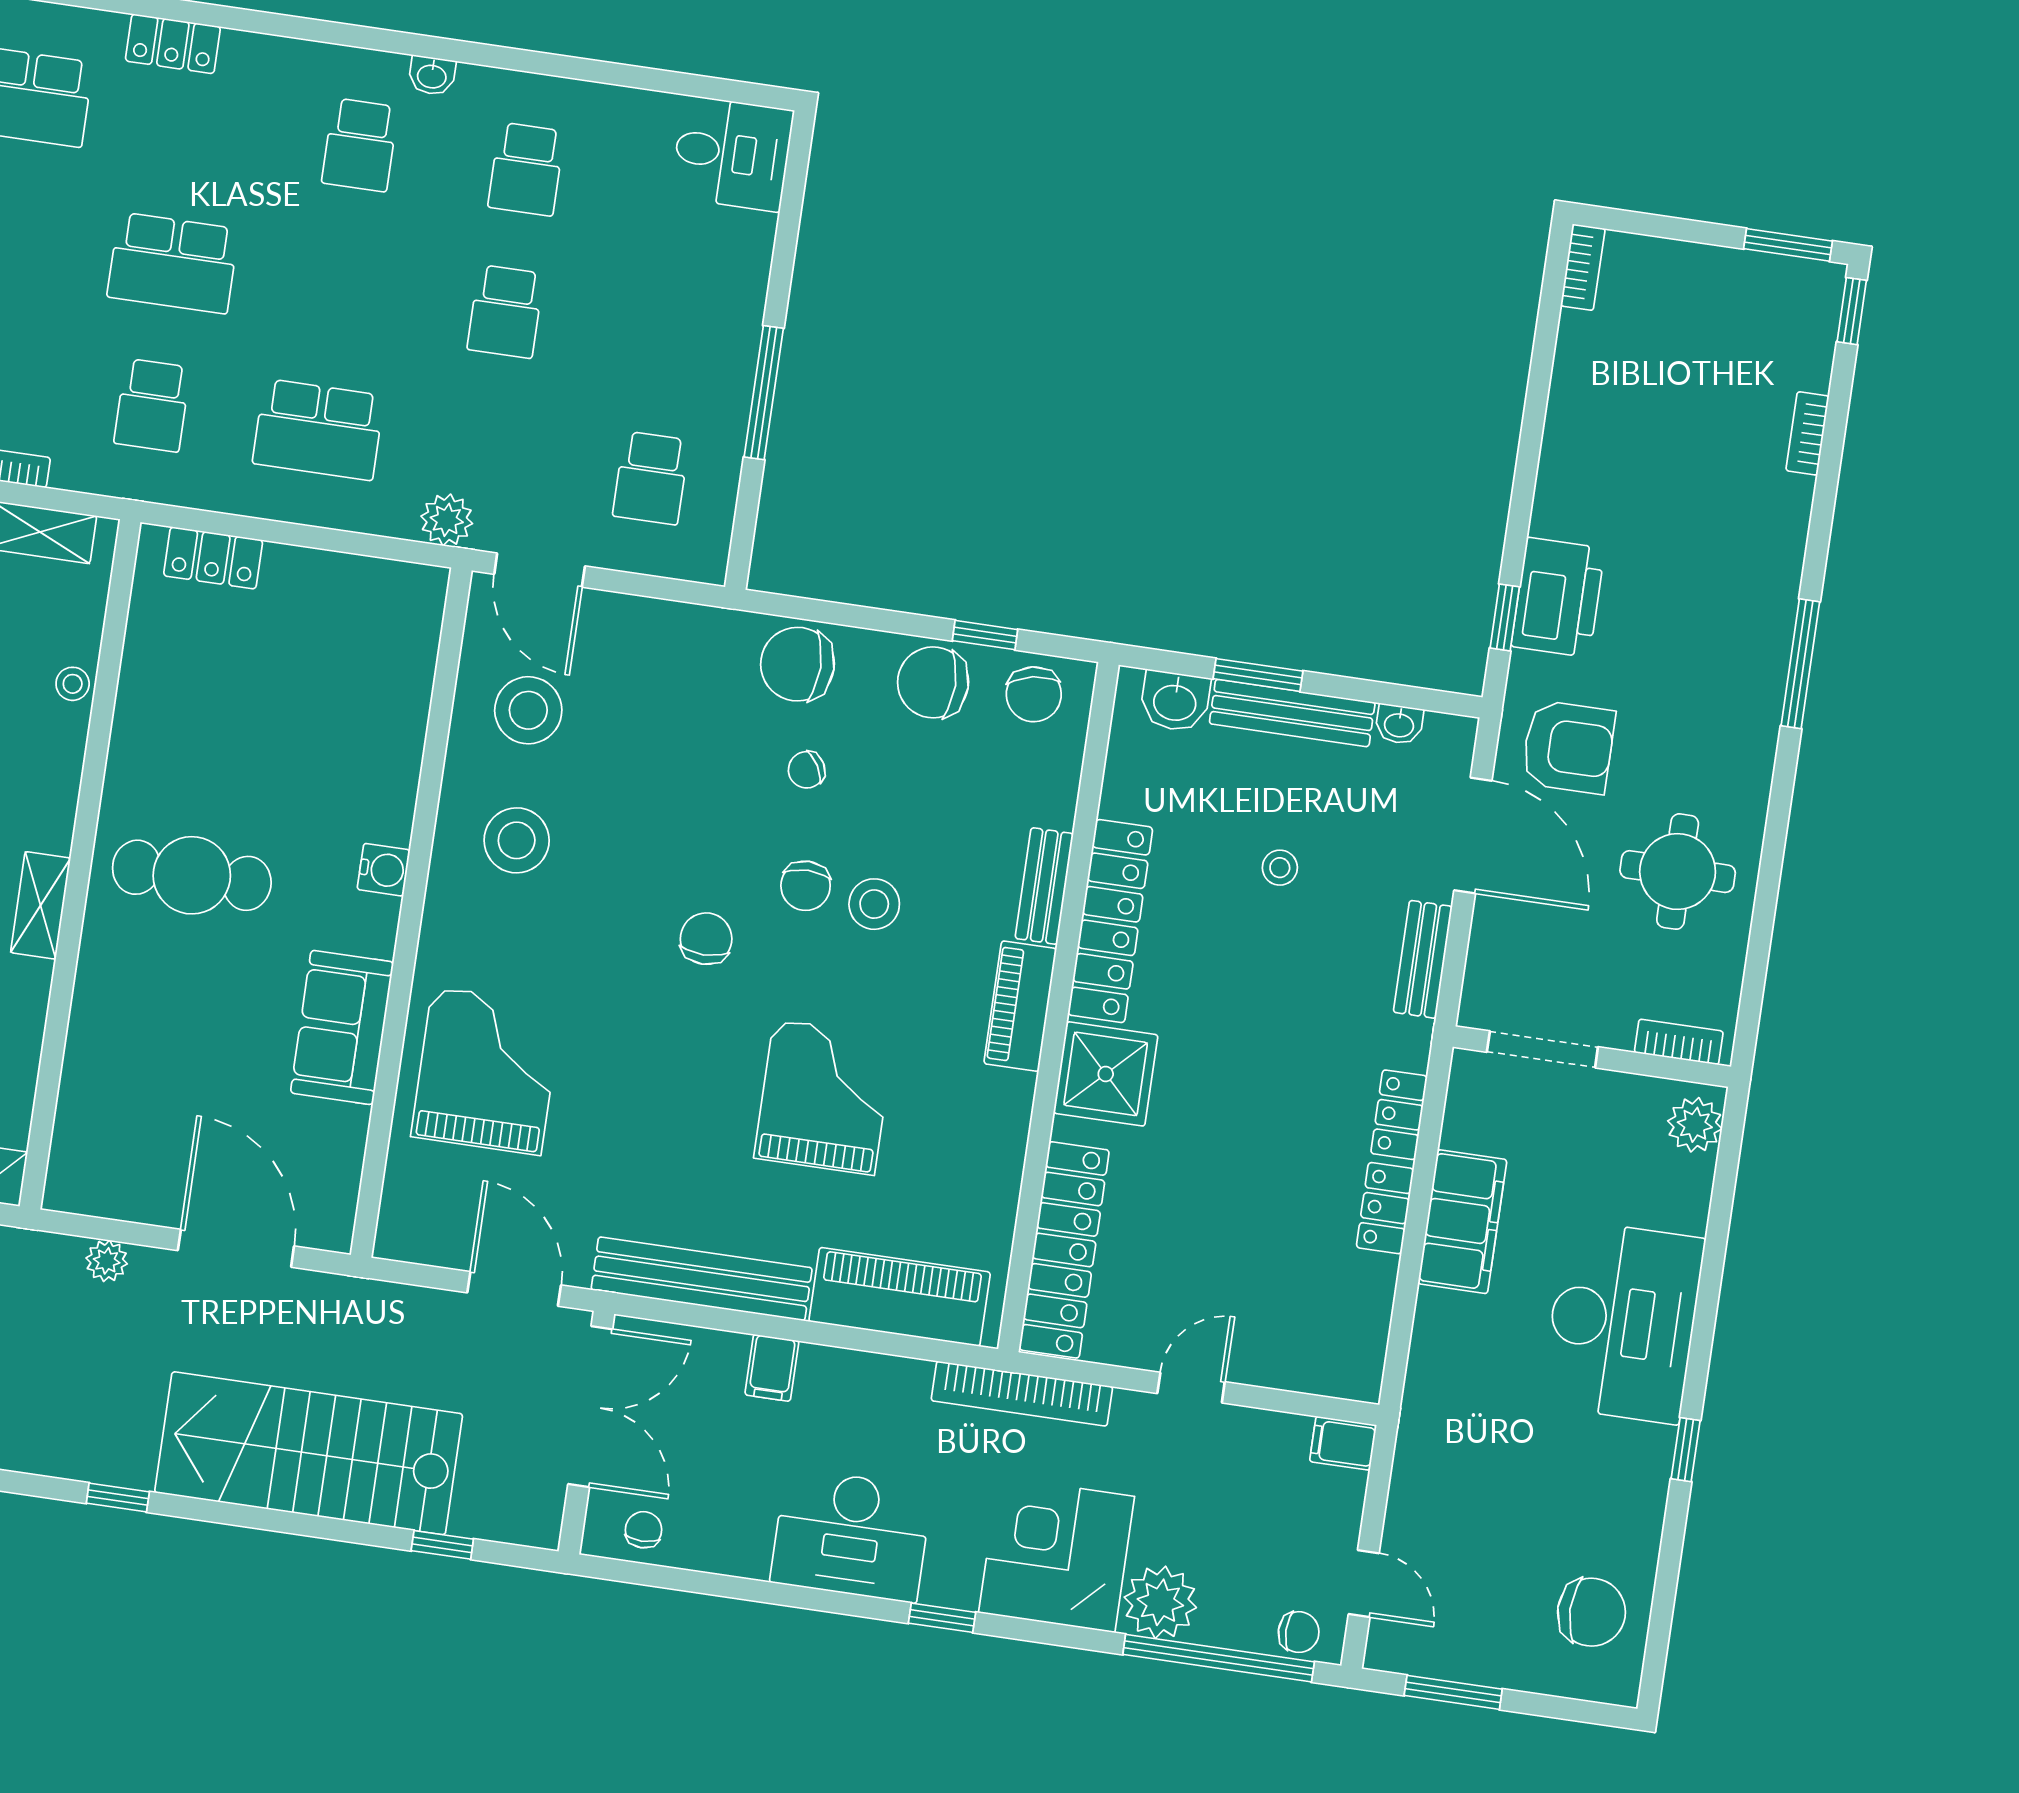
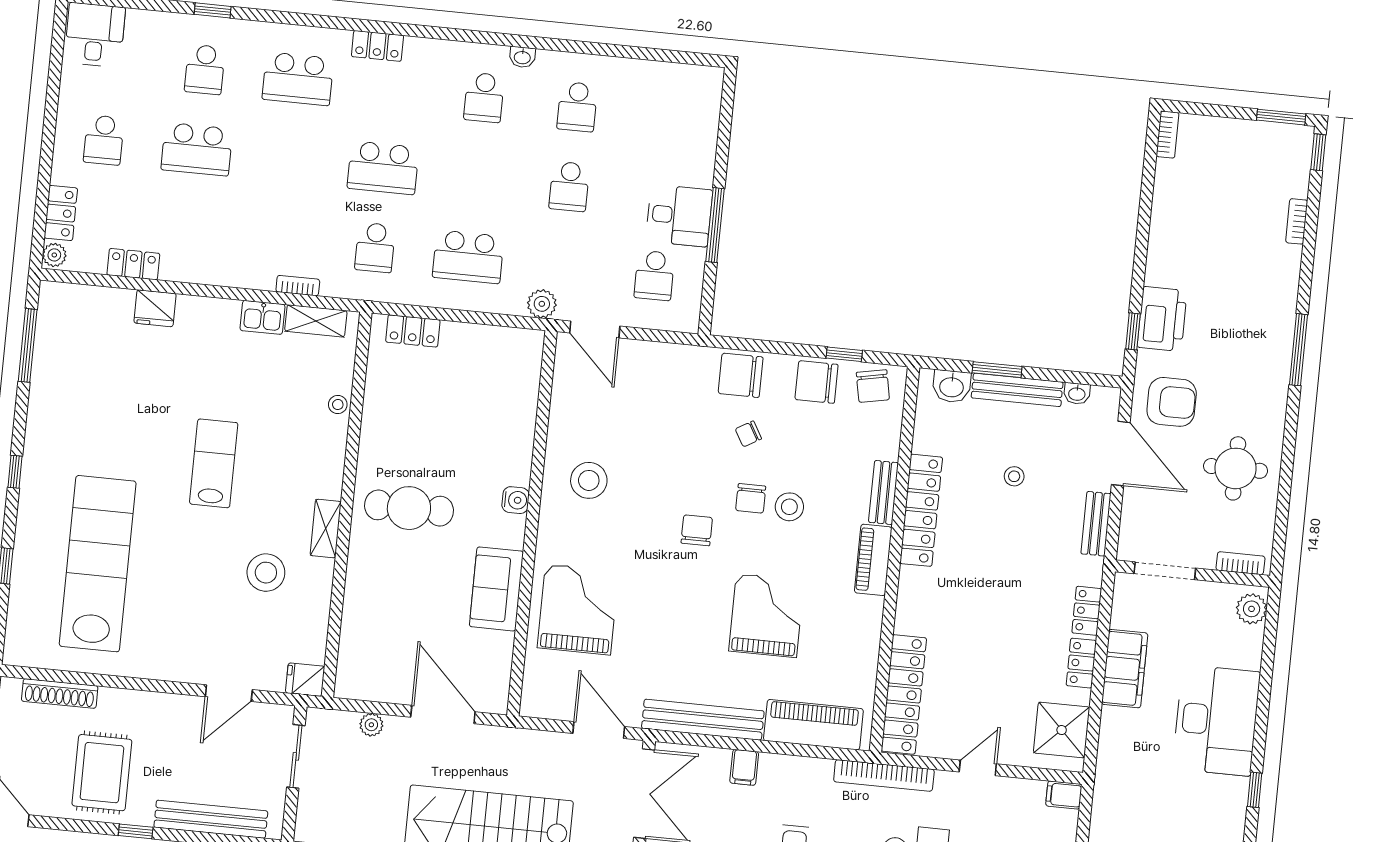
desk: (732, 153) -> (679, 216), moved
stool: (528, 710) -> (592, 408), removed
shower: (1106, 1074) -> (1062, 730), moved

